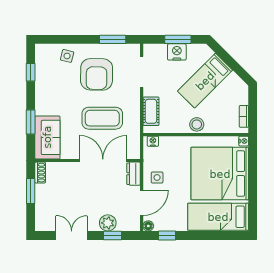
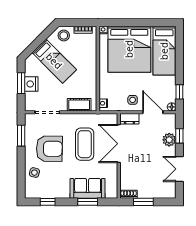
stool: (197, 124) -> (64, 35), moved
sofa: (47, 137) -> (88, 188), moved

